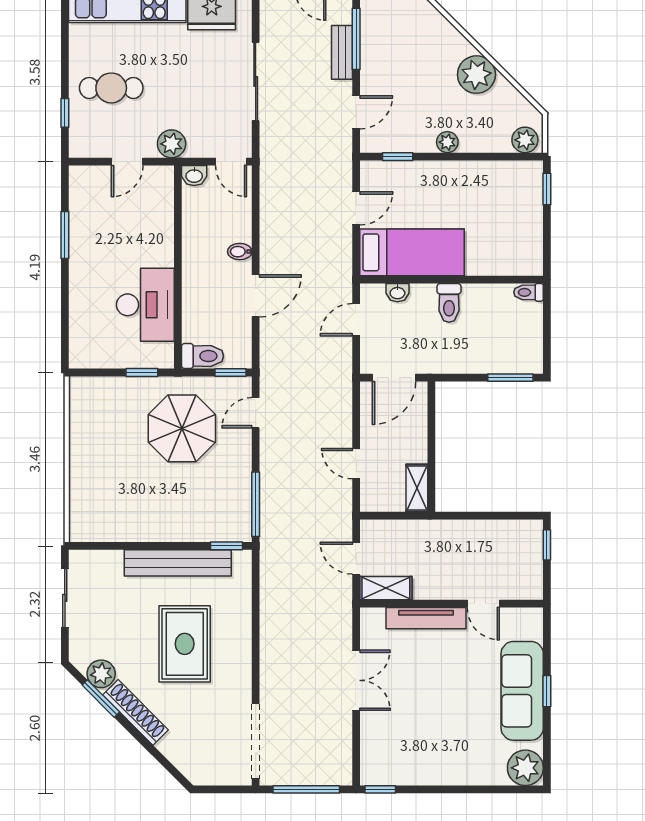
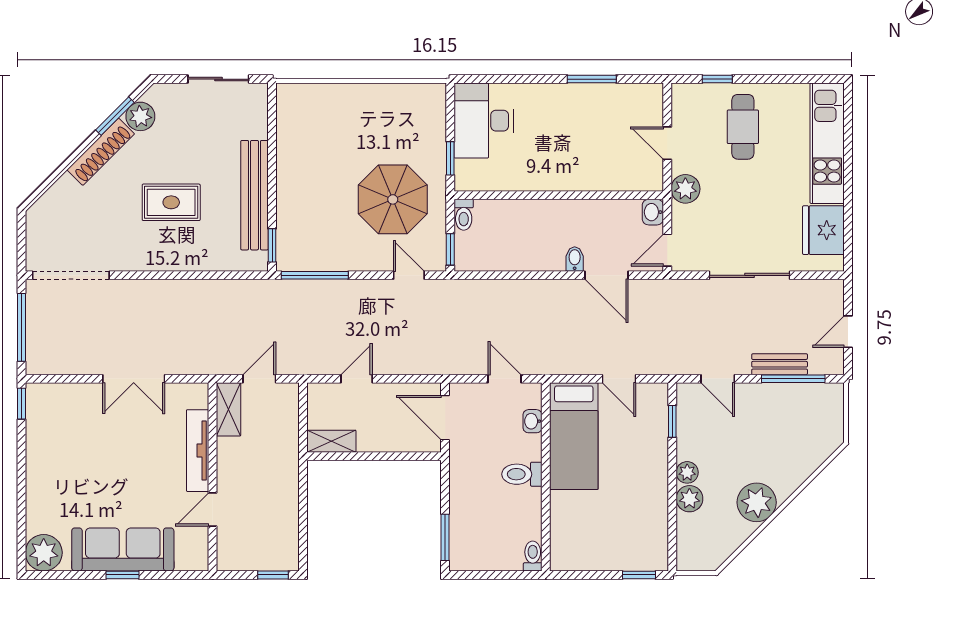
plant: (525, 140) -> (689, 499), moved
door: (256, 296) -> (607, 275), moved
desk: (145, 305) -> (484, 121), moved, turned 90
toilet: (203, 356) -> (464, 215), width x0.73, depth x0.72
rug: (185, 644) -> (171, 202), width x0.73, depth x0.70

